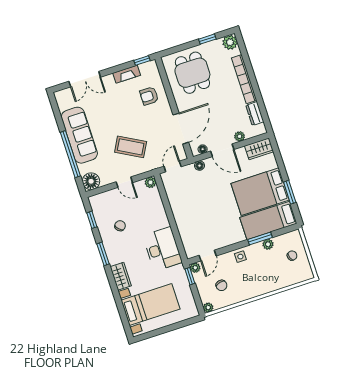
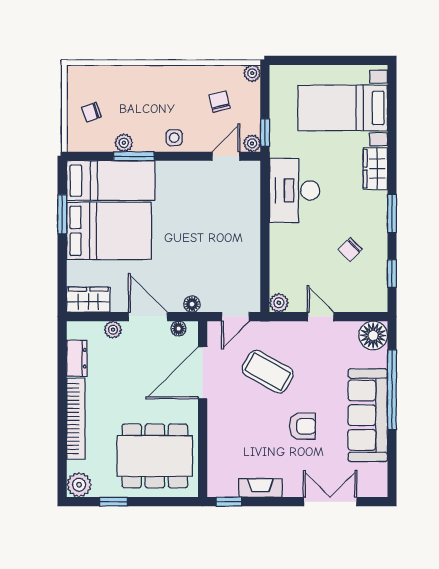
dining table: (192, 73) -> (155, 456), width x1.38
armchair: (149, 96) -> (302, 426), moved
coffee table: (131, 147) -> (268, 372), moved

